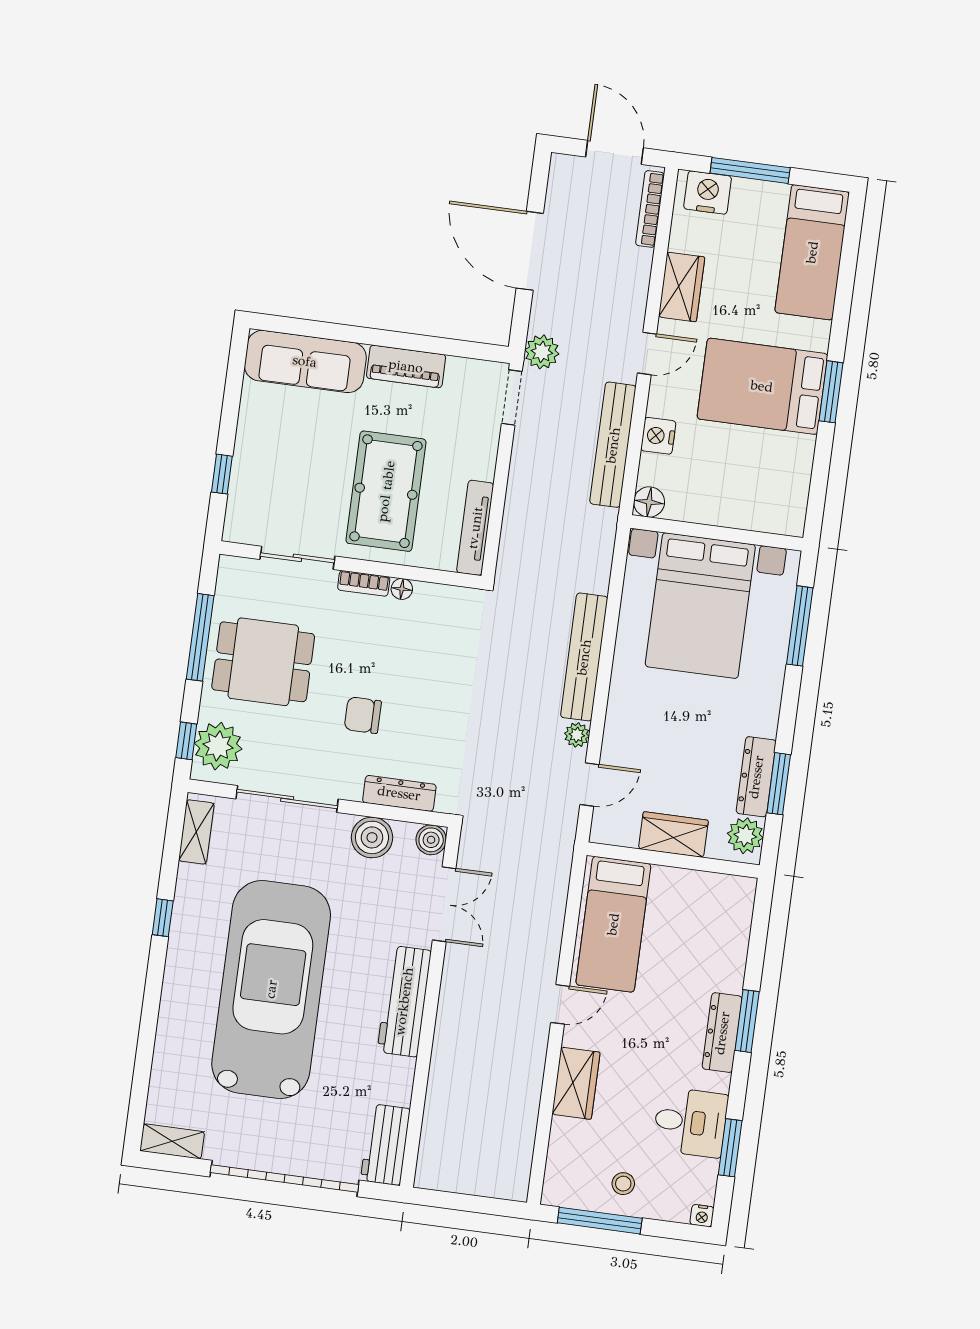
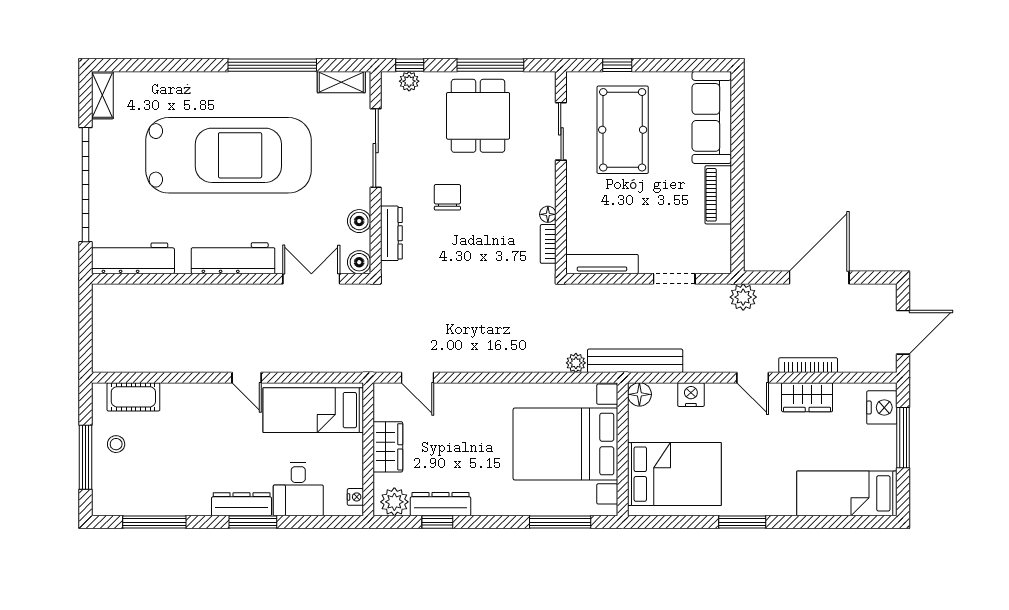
bookcase: (650, 209) -> (808, 365), moved
bed: (762, 386) -> (674, 474), moved, turned 90
doorway: (512, 398) -> (674, 279), moved
bench: (613, 445) -> (635, 361), moved
pool table: (386, 491) -> (623, 130), moved, turned 90
bookcase: (364, 583) -> (548, 244), moved
bench: (584, 657) -> (514, 361), removed
plant: (577, 735) -> (576, 363), moved
plant: (218, 746) -> (409, 81), width x0.53, depth x0.53
window: (779, 784) -> (437, 522), width x0.67
boiler: (372, 837) -> (359, 221), width x0.73, depth x0.73
double door: (444, 904) -> (311, 279), swing flipped
window: (163, 918) -> (272, 65), width x3.17
wardrobe: (576, 1083) -> (188, 398), removed
desk: (690, 1122) -> (298, 489), moved
workbench: (385, 1145) -> (133, 258), width x1.38
window: (730, 1148) -> (154, 522), width x1.44
cot: (565, 1153) -> (133, 397), added
nightstand: (702, 1216) -> (355, 497), moved, turned 180
window: (600, 1221) -> (85, 457), moved

